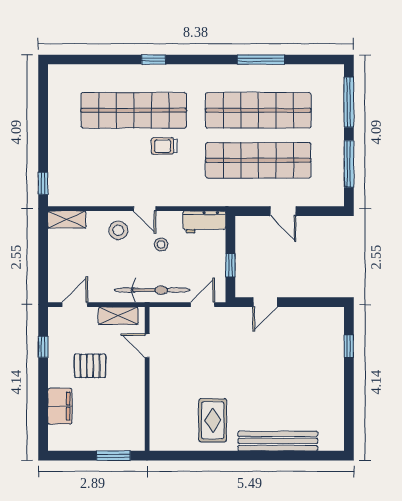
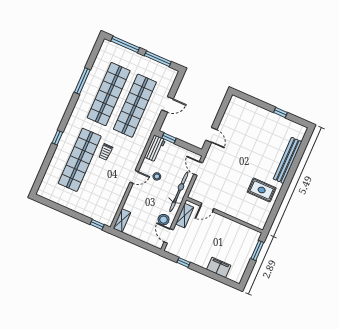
stool: (118, 230) -> (164, 220), moved
window: (230, 265) -> (169, 138), moved
window: (349, 346) -> (280, 112), moved
pallet: (90, 366) -> (204, 242), removed

